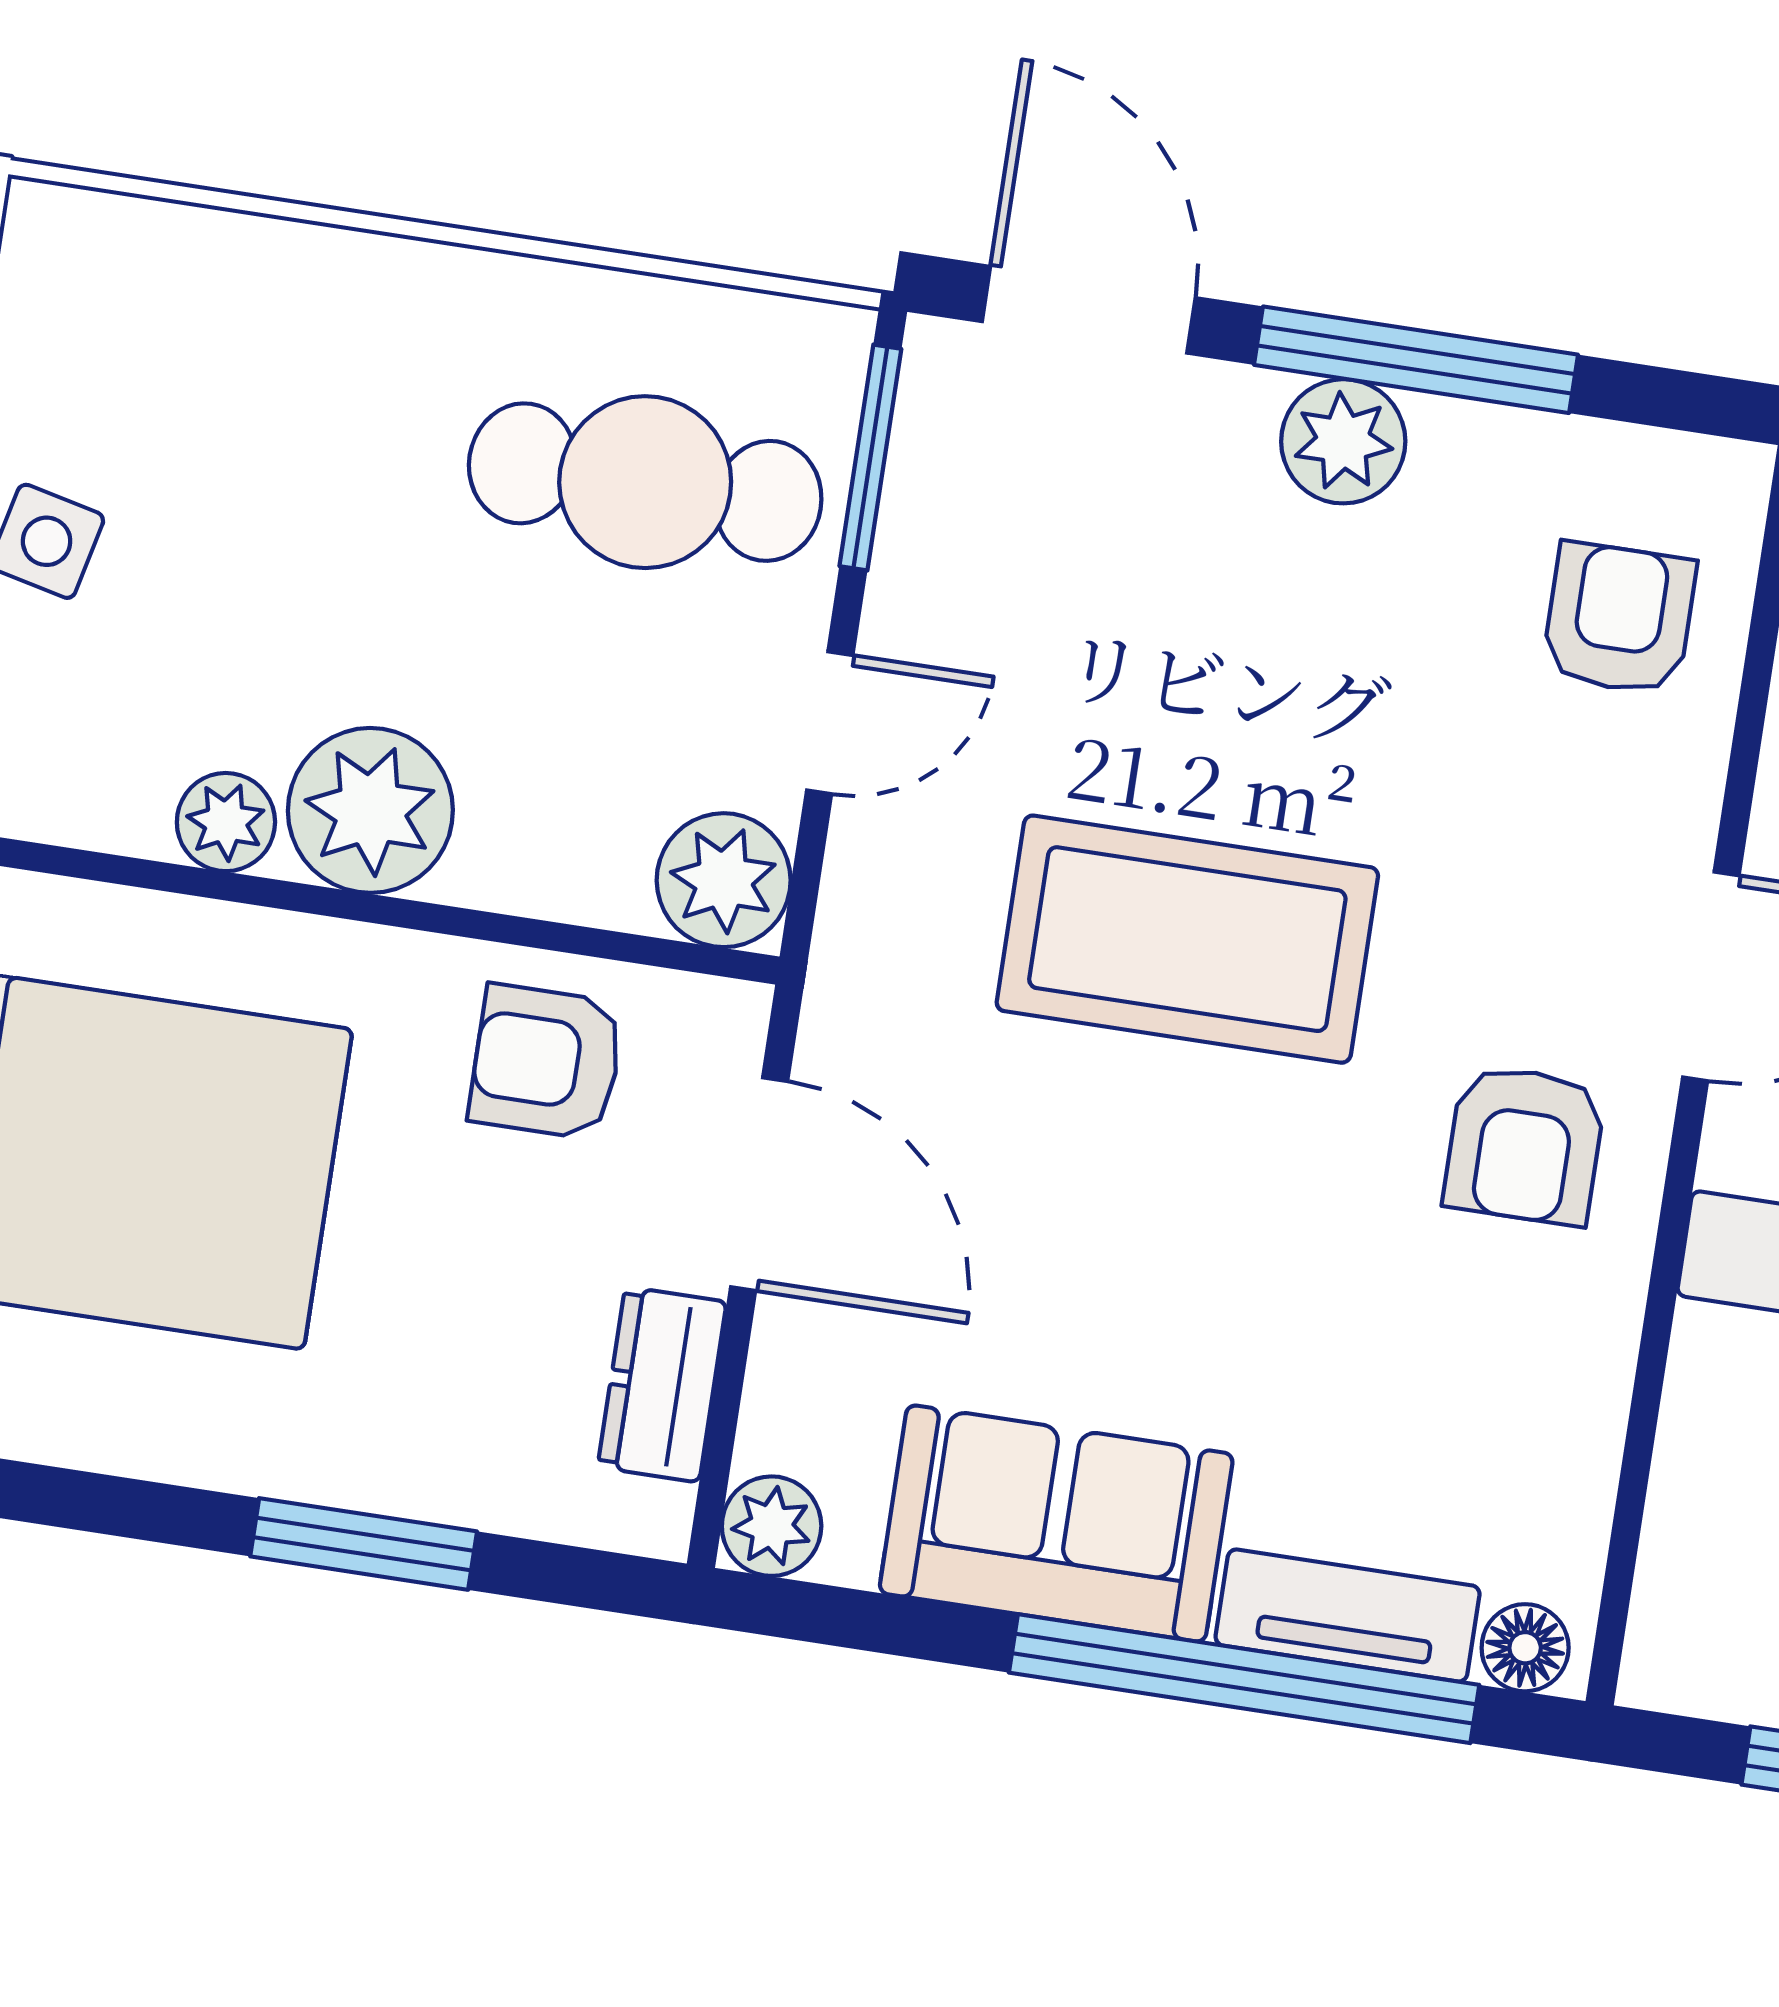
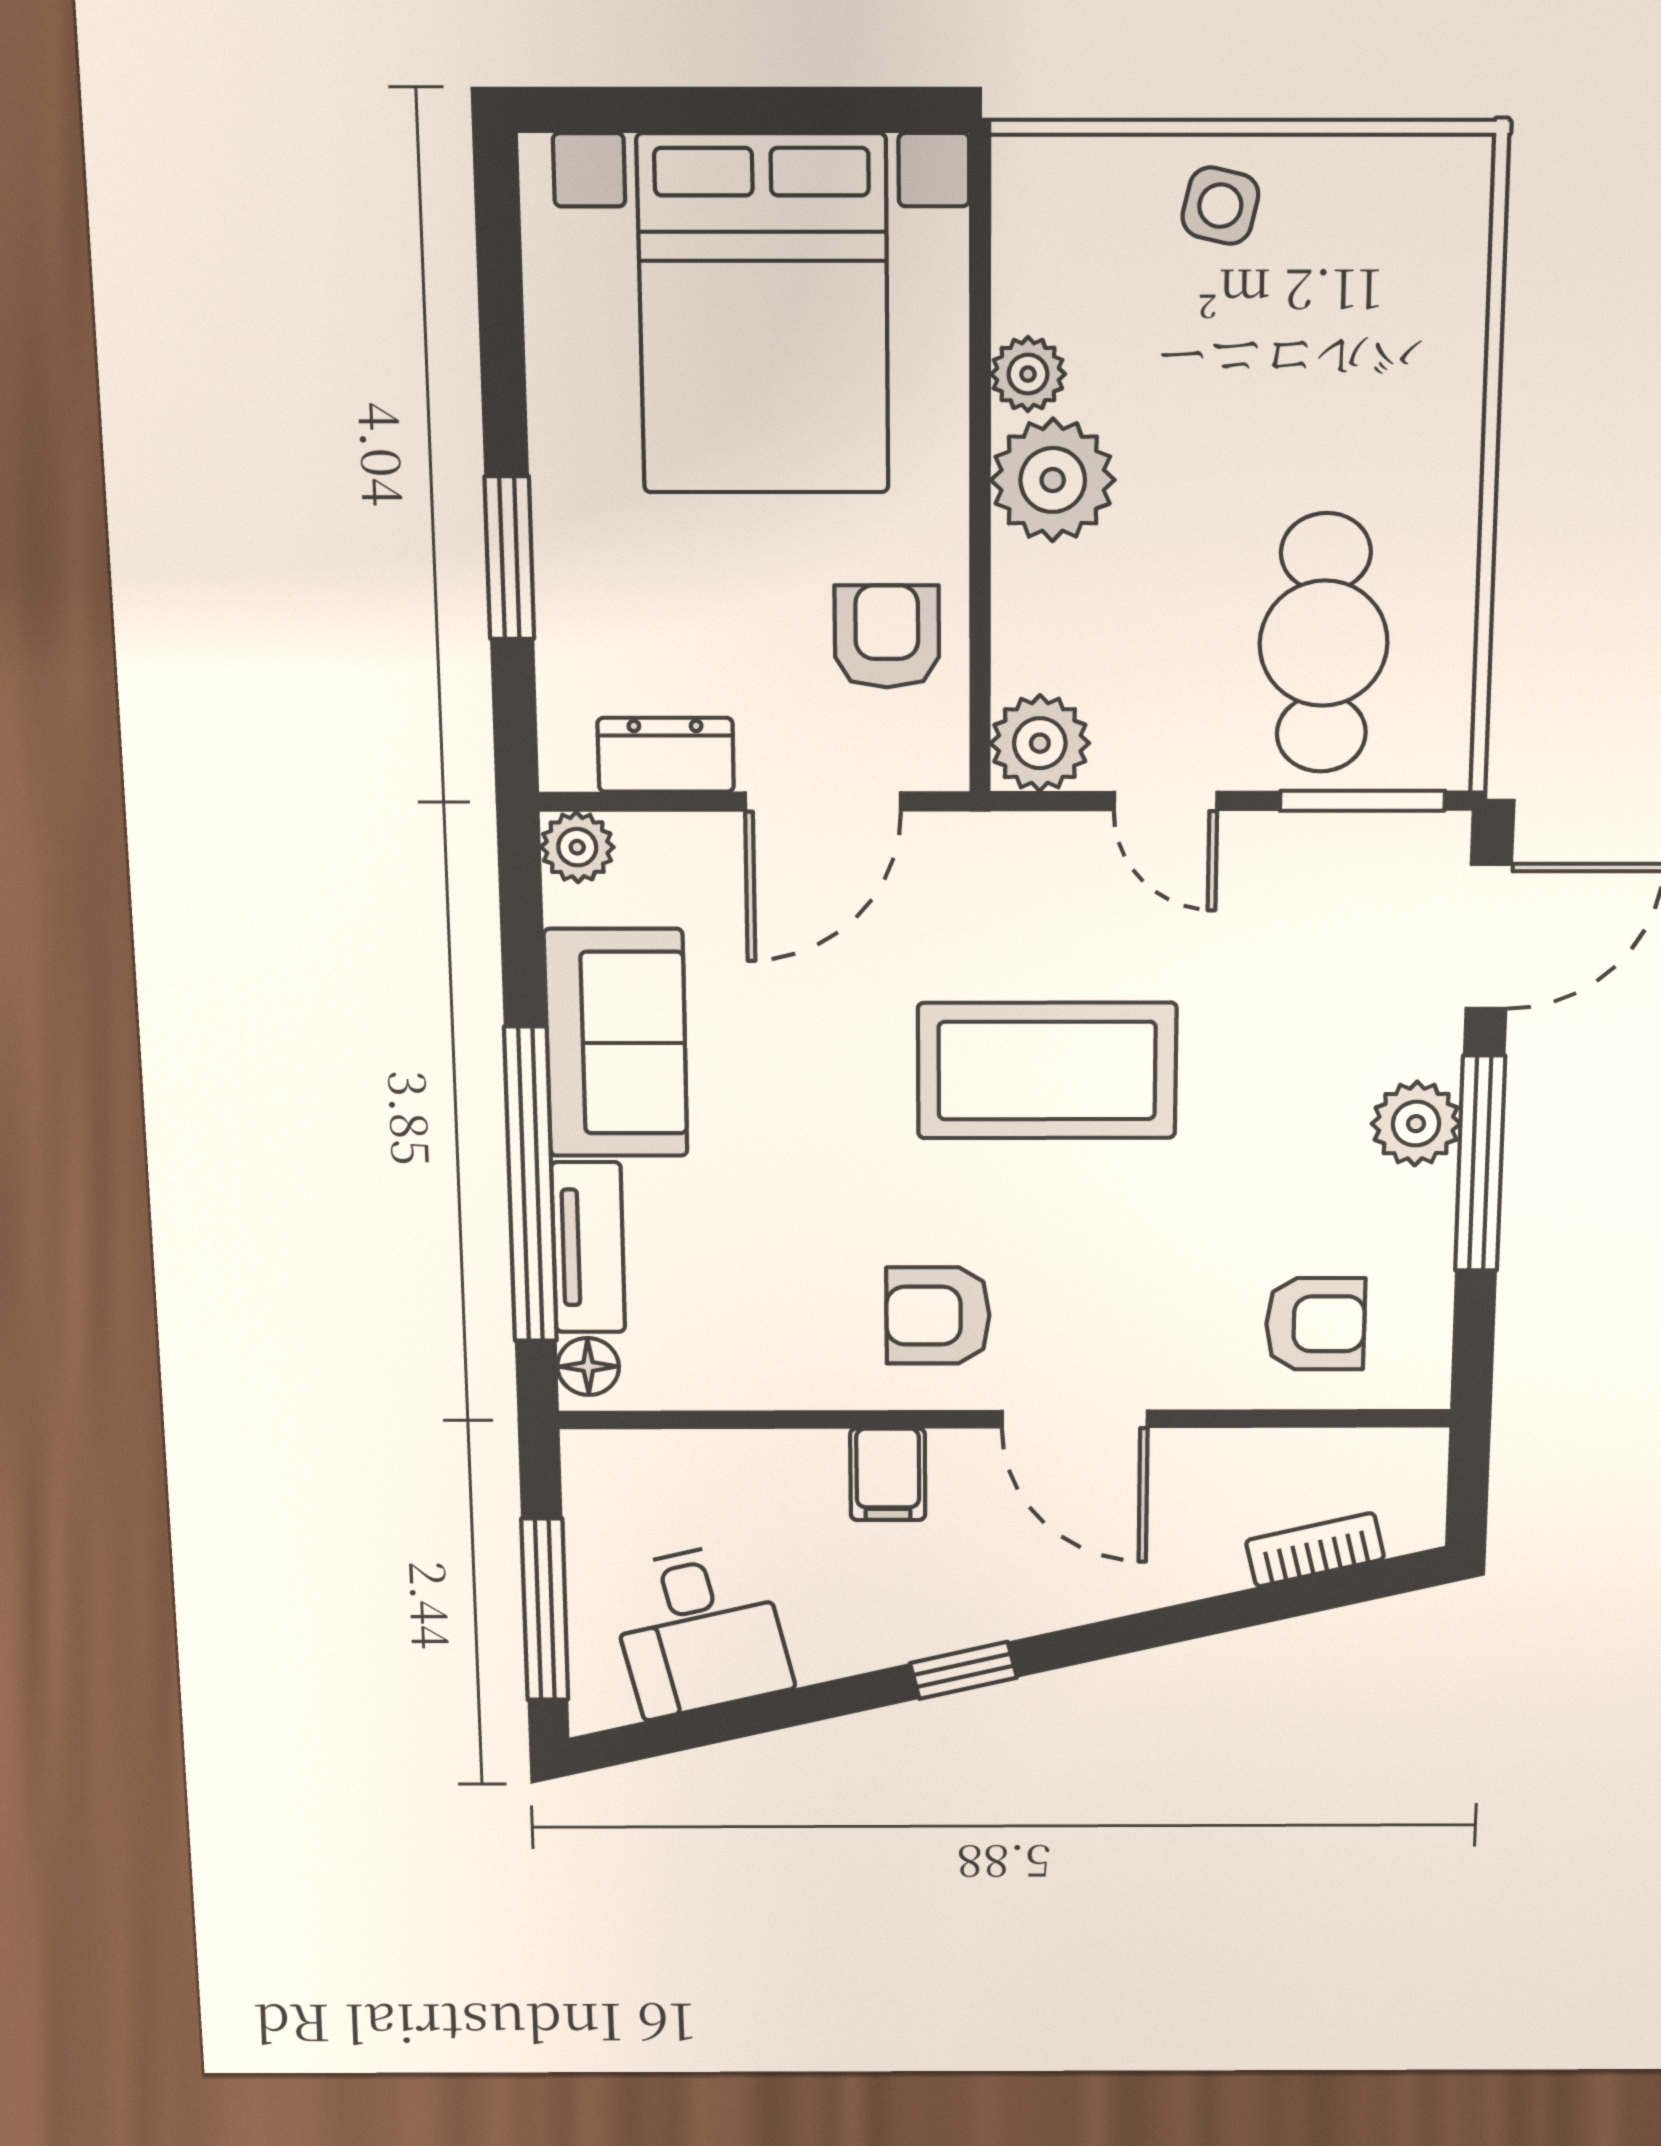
coffee table: (1187, 939) -> (1047, 1071), turned 90

